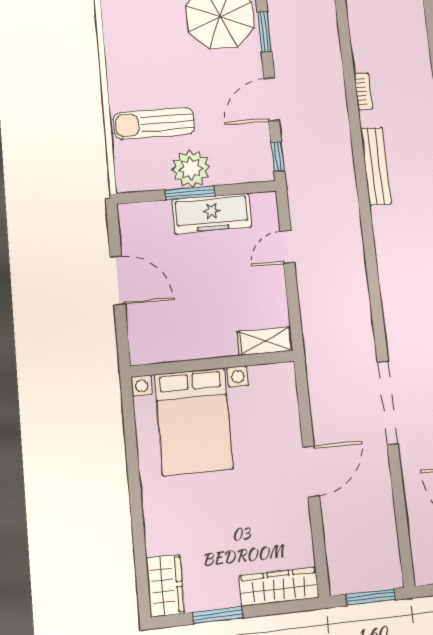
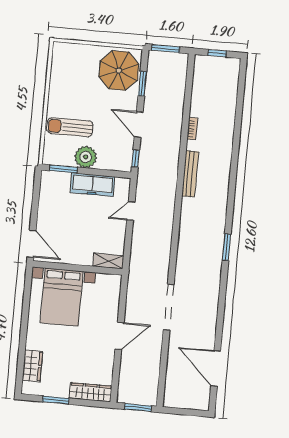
door: (272, 99) -> (139, 125), hinge flipped
window: (190, 193) -> (63, 169), moved
door: (118, 280) -> (32, 244), moved
wardrobe: (165, 586) -> (32, 366), moved

